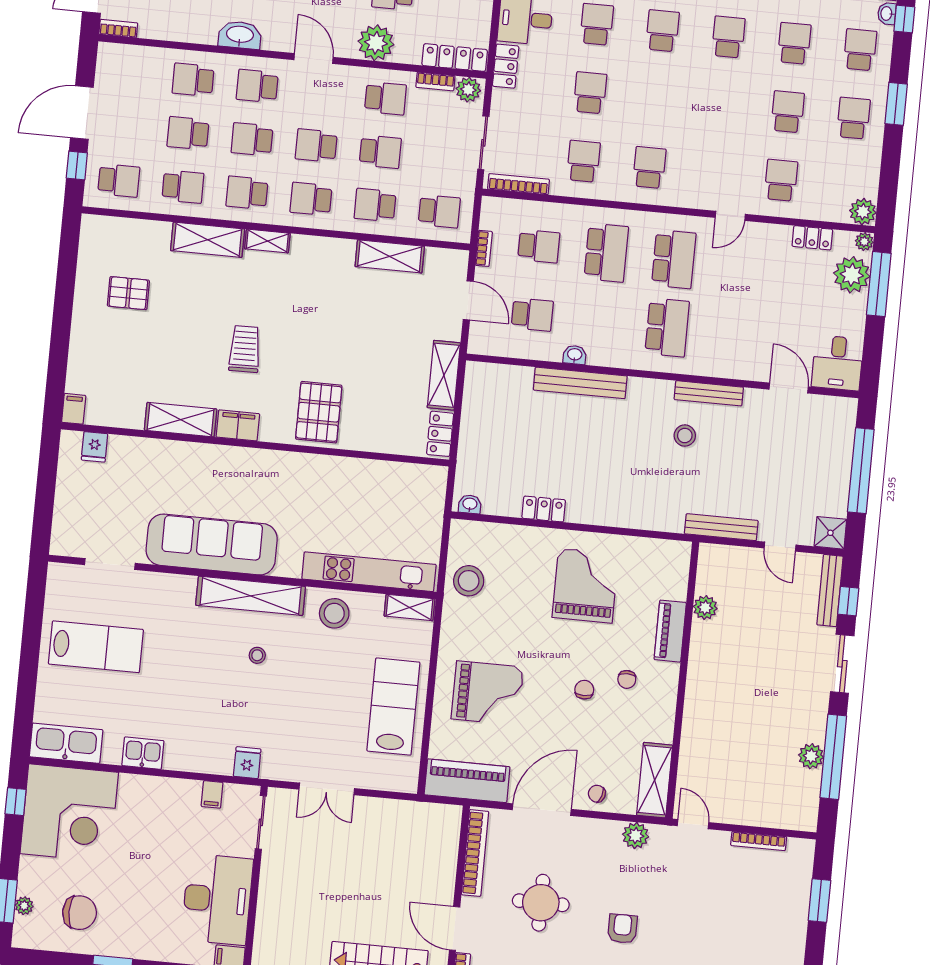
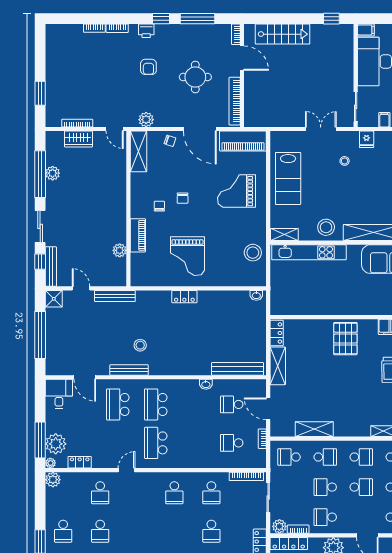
school desk: (606, 253) -> (118, 404), moved
bench: (580, 383) -> (238, 369), moved
locker: (544, 509) -> (184, 297), moved
stool: (257, 655) -> (345, 161), moved
door: (542, 810) -> (200, 129), hinge flipped
wardrobe: (759, 813) -> (78, 139), added

